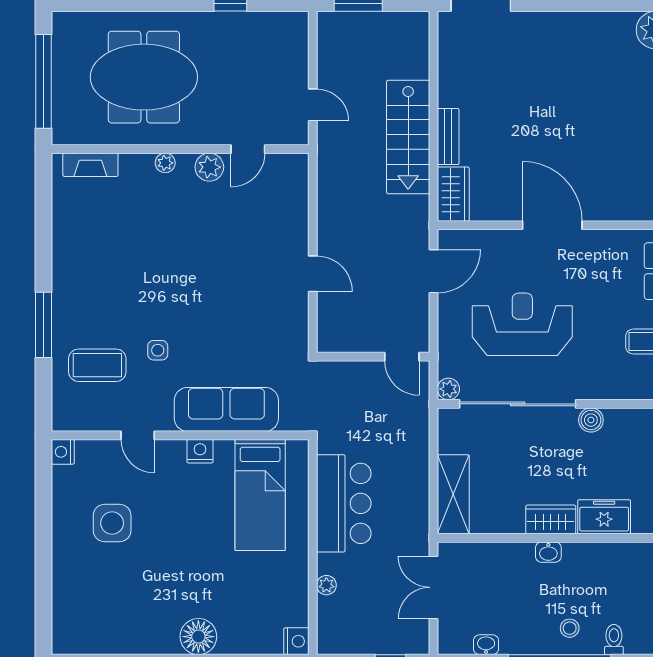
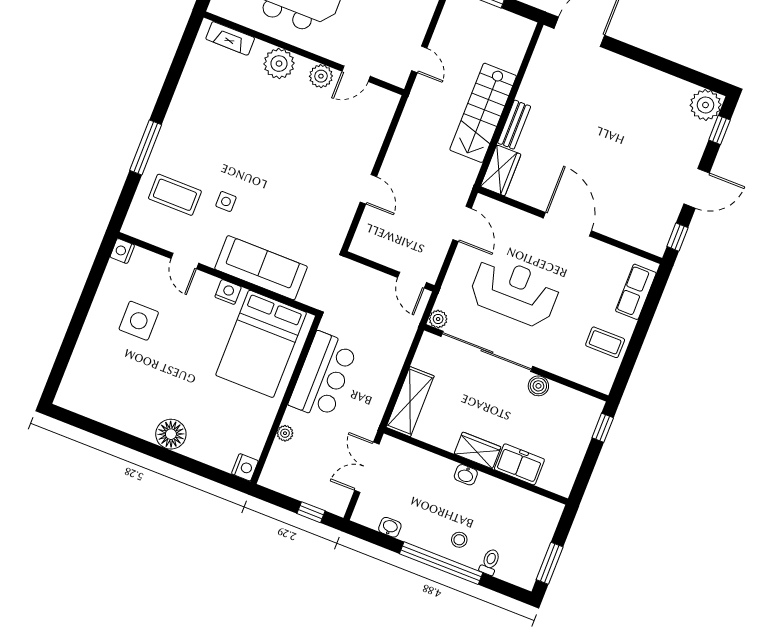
plant: (165, 163) -> (279, 64), width x1.87, depth x1.87
door: (434, 271) -> (462, 224), hinge flipped
bed: (260, 495) -> (261, 344), width x1.50

